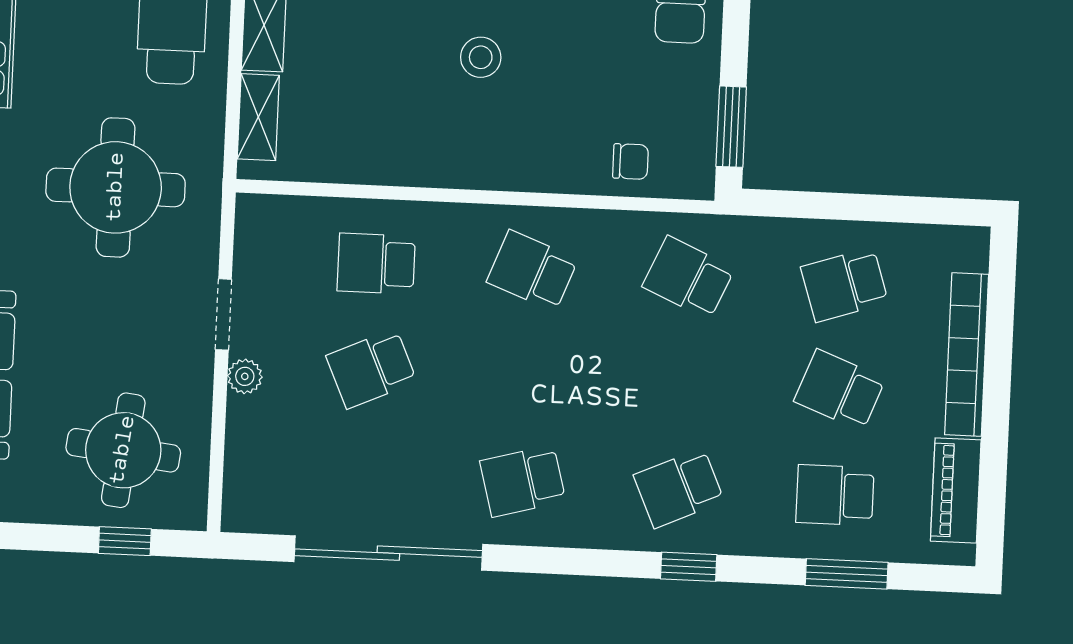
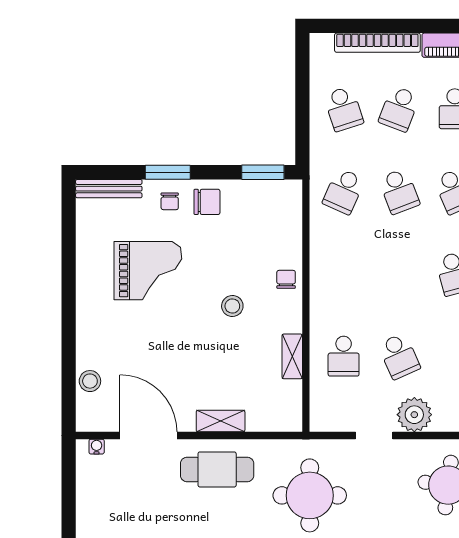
shelving: (258, 117) -> (292, 356), moved, turned 90
chair: (631, 162) -> (286, 279), moved
school desk: (532, 271) -> (399, 191), moved, turned -42
plant: (245, 376) -> (414, 415), width x1.88, depth x1.88

